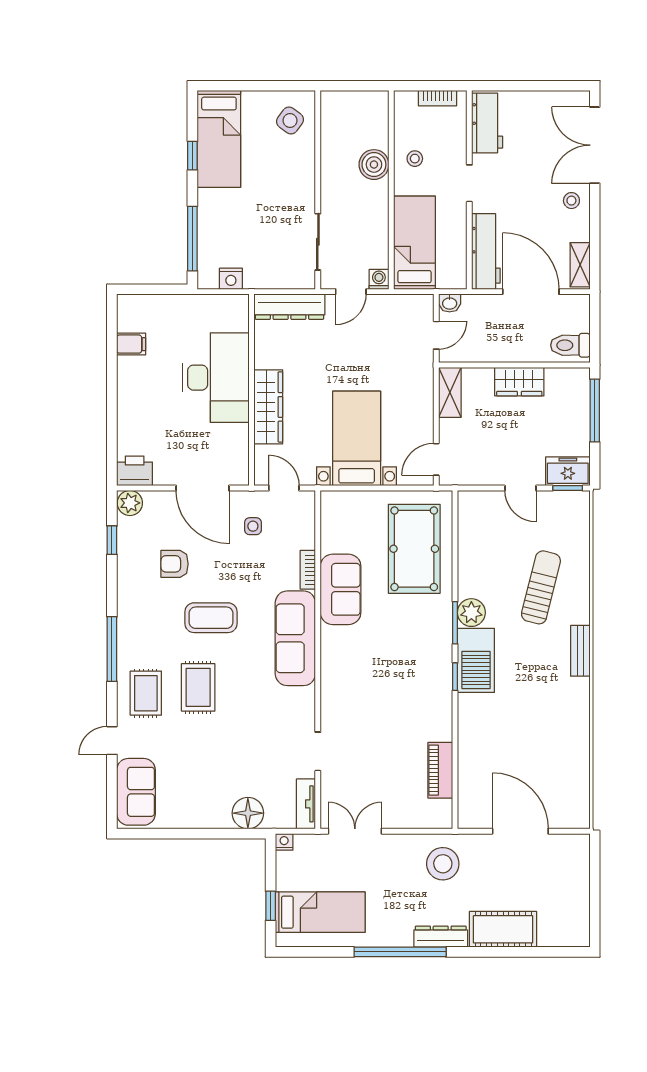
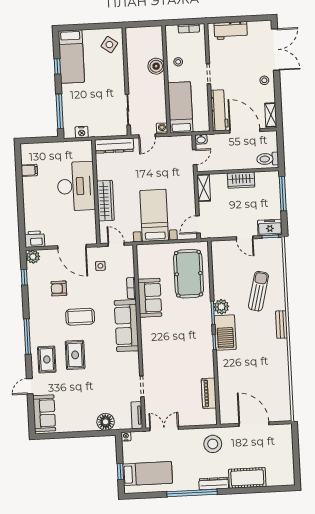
workbench: (487, 123) -> (231, 30), moved, turned 90
double door: (595, 145) -> (275, 50), swing flipped

